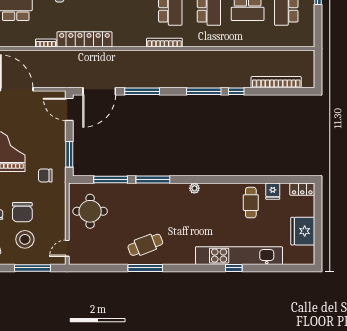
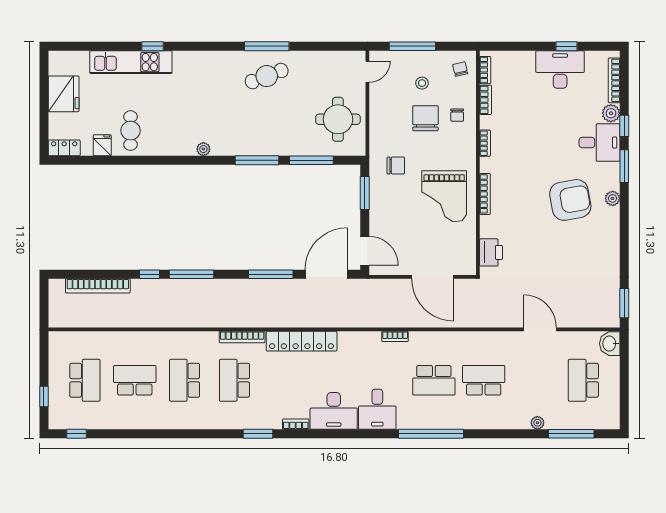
locker: (84, 39) -> (302, 341), moved
stool: (25, 239) -> (422, 83), width x0.53, depth x0.53
kitchen unit: (239, 256) -> (131, 62), width x0.73

